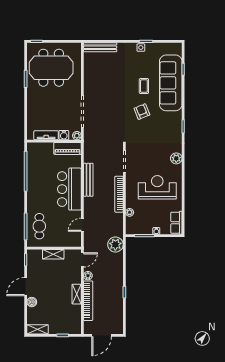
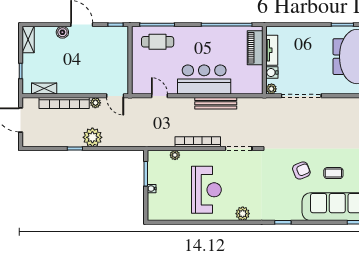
piano: (67, 148) -> (255, 48), moved
row of seats: (176, 223) -> (162, 214), removed
plant: (115, 245) -> (92, 137), moved
shelving: (53, 254) -> (122, 59), removed
shelving: (77, 294) -> (44, 89), moved

